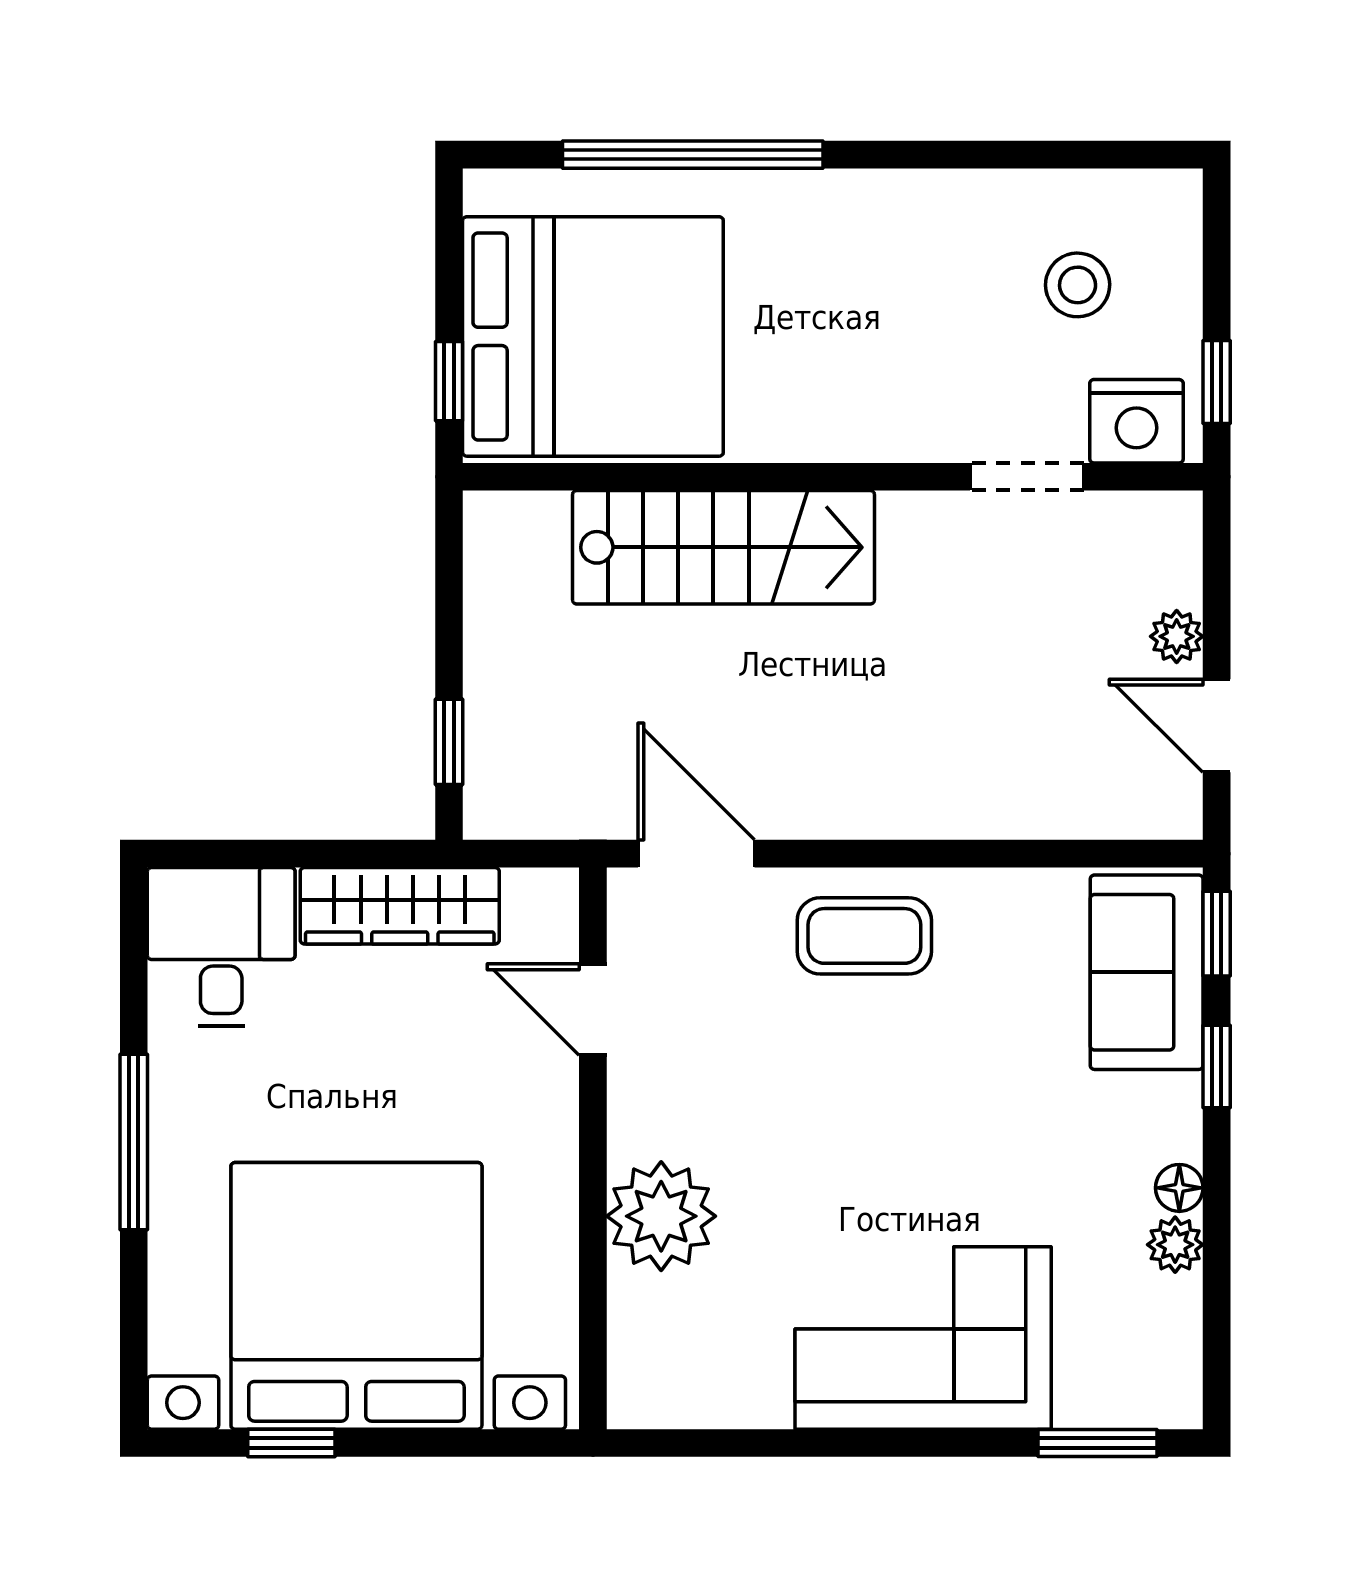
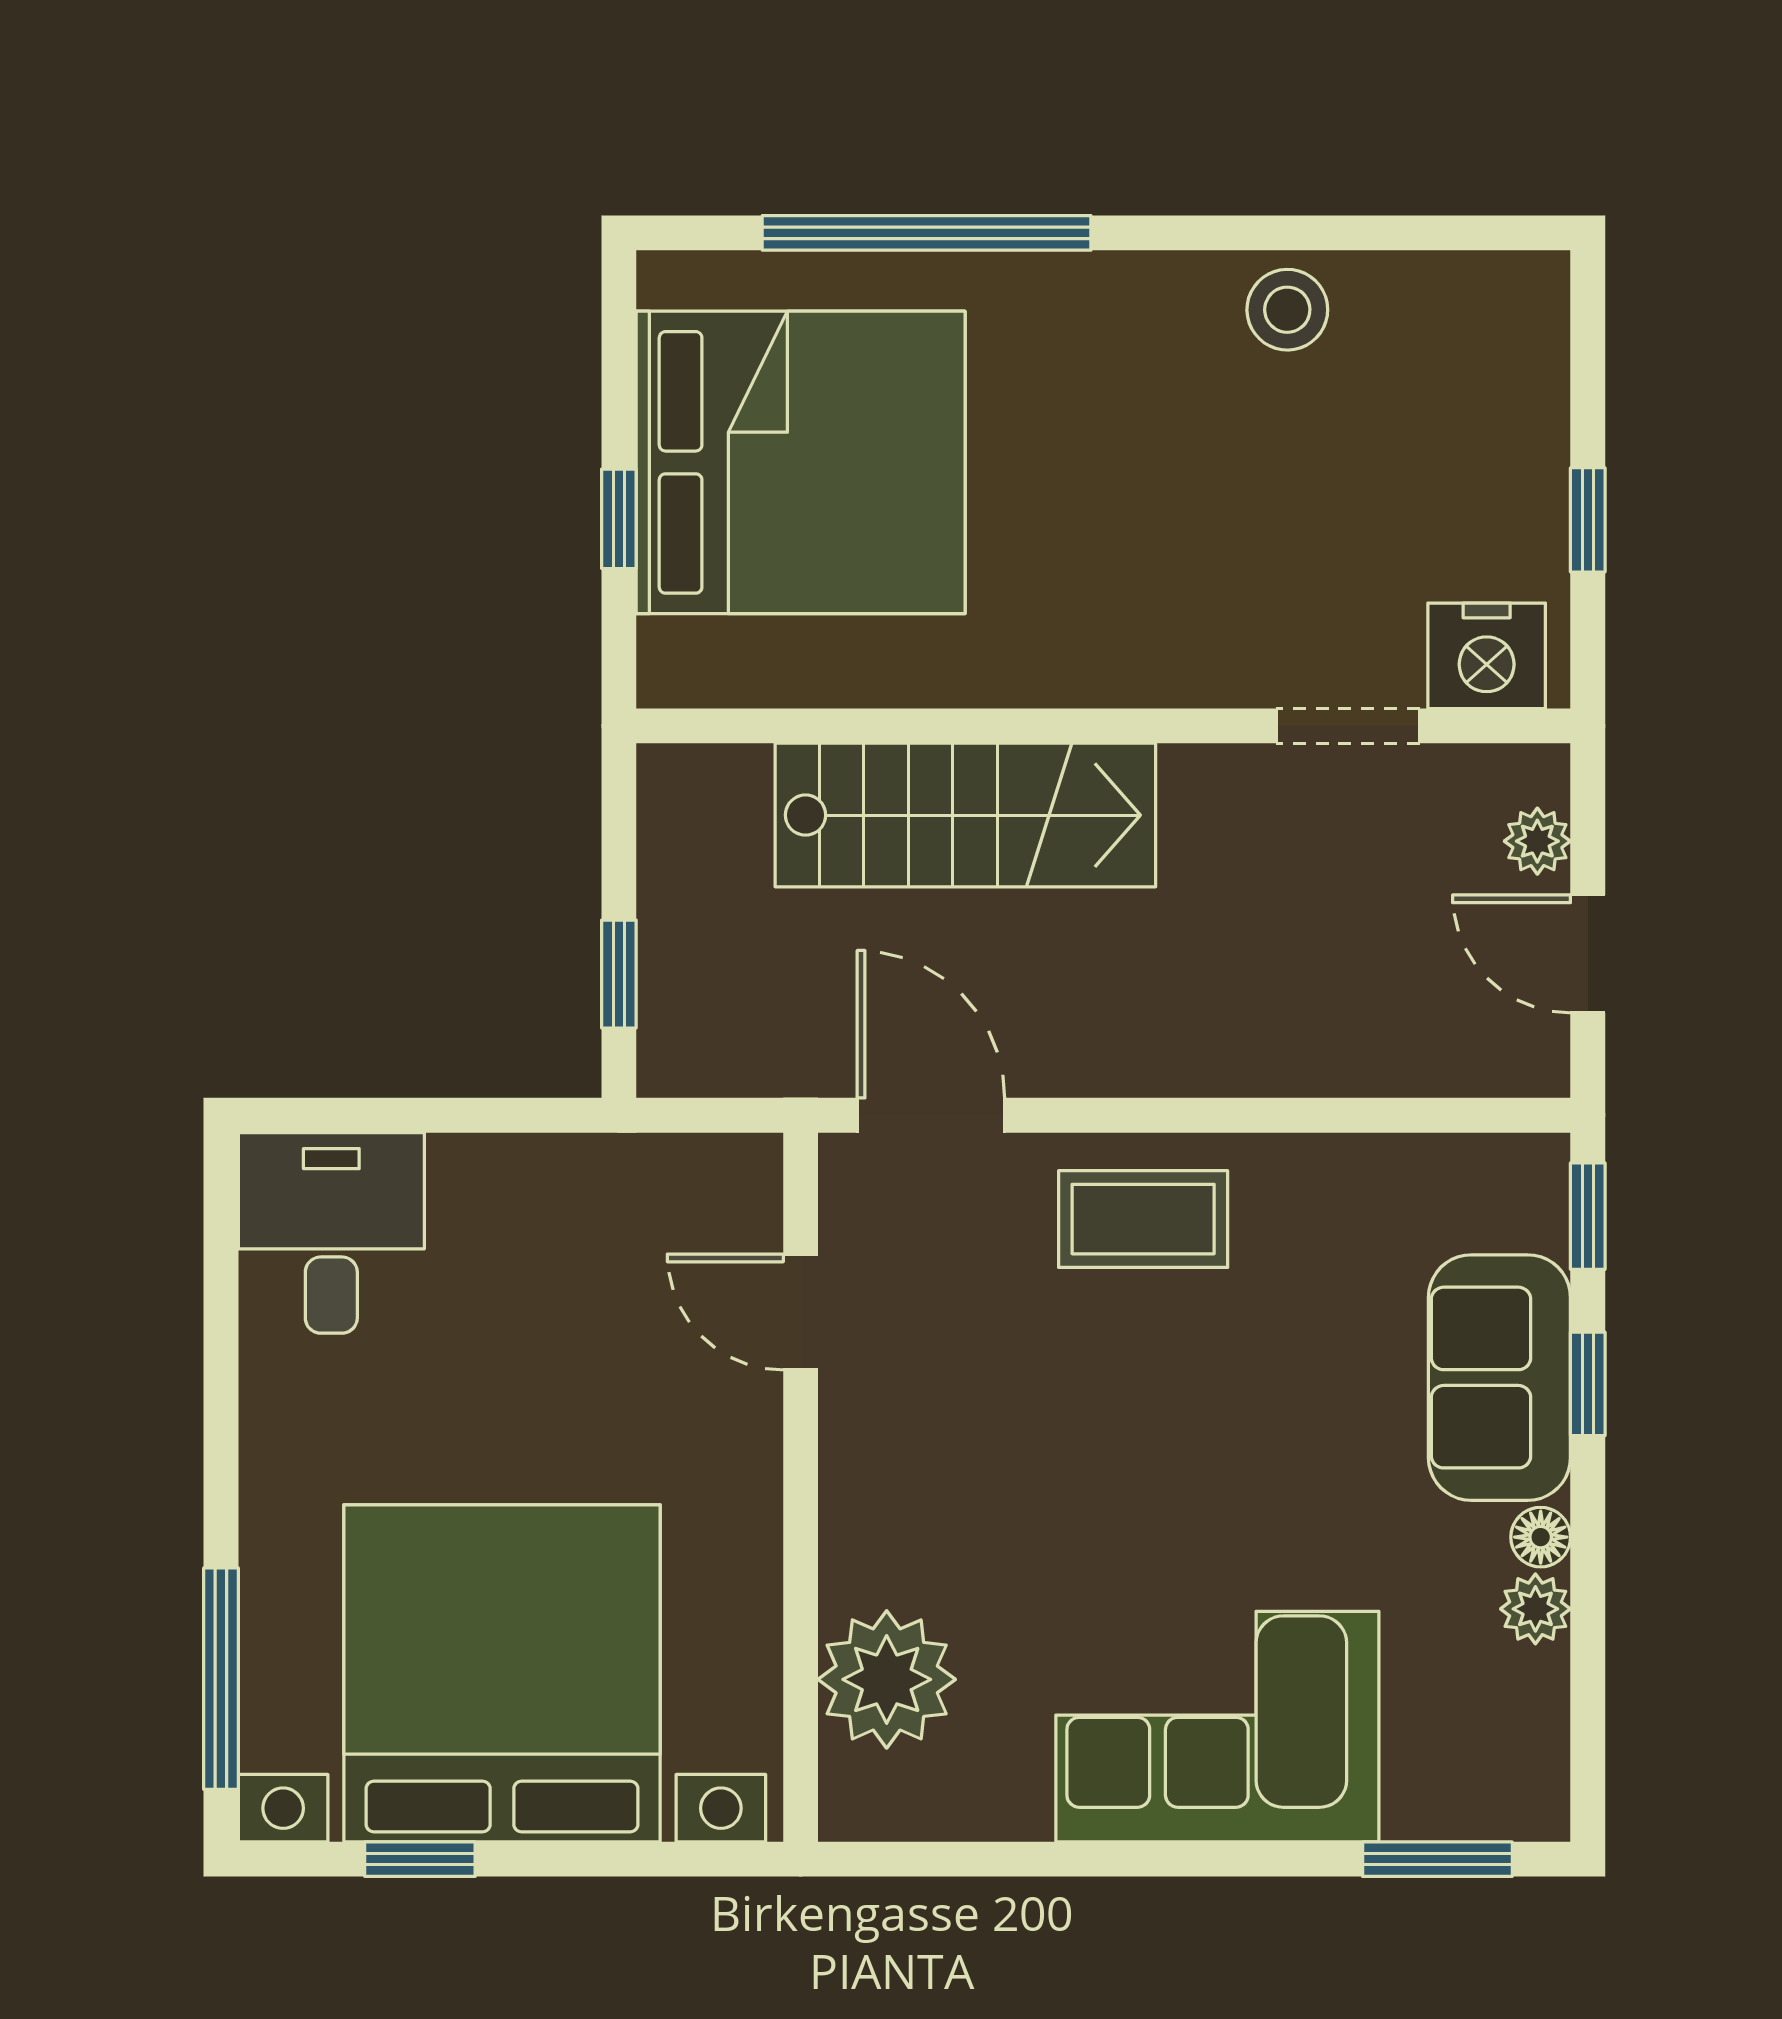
stool: (1078, 285) -> (1287, 310), moved
nightstand: (1136, 421) -> (1487, 656), moved
wall: (833, 477) -> (1103, 726), moved
doorway: (1027, 477) -> (1348, 726), moved
stairs: (724, 547) -> (965, 815), moved
wardrobe: (400, 906) -> (557, 1181), removed
sofa: (1147, 972) -> (1499, 1378), moved
window: (134, 1142) -> (221, 1679), moved
plant: (661, 1216) -> (887, 1679), moved

